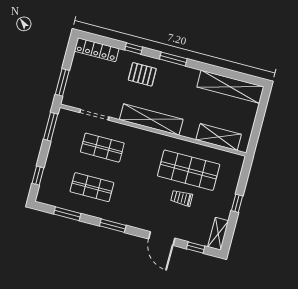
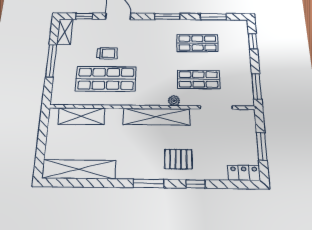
locker: (97, 50) -> (244, 173), width x0.66
window: (62, 82) -> (262, 146), moved
plant: (131, 131) -> (174, 101), added
window: (237, 203) -> (51, 61), width x2.17

